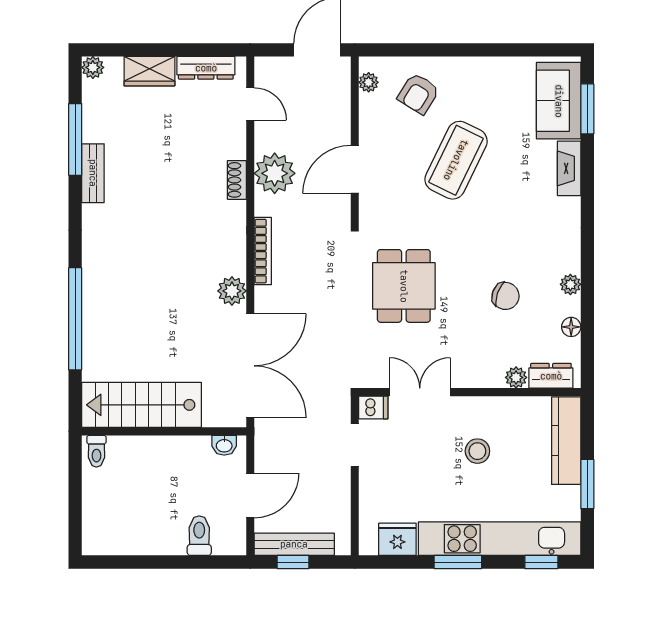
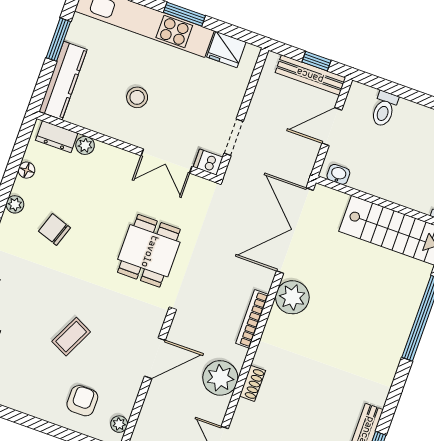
armchair: (418, 94) -> (82, 401), turned -32
coffee table: (456, 160) -> (71, 337), width x0.54, depth x0.58
plant: (232, 291) -> (292, 297), width x1.36, depth x1.36
chair: (506, 296) -> (55, 230), moved

